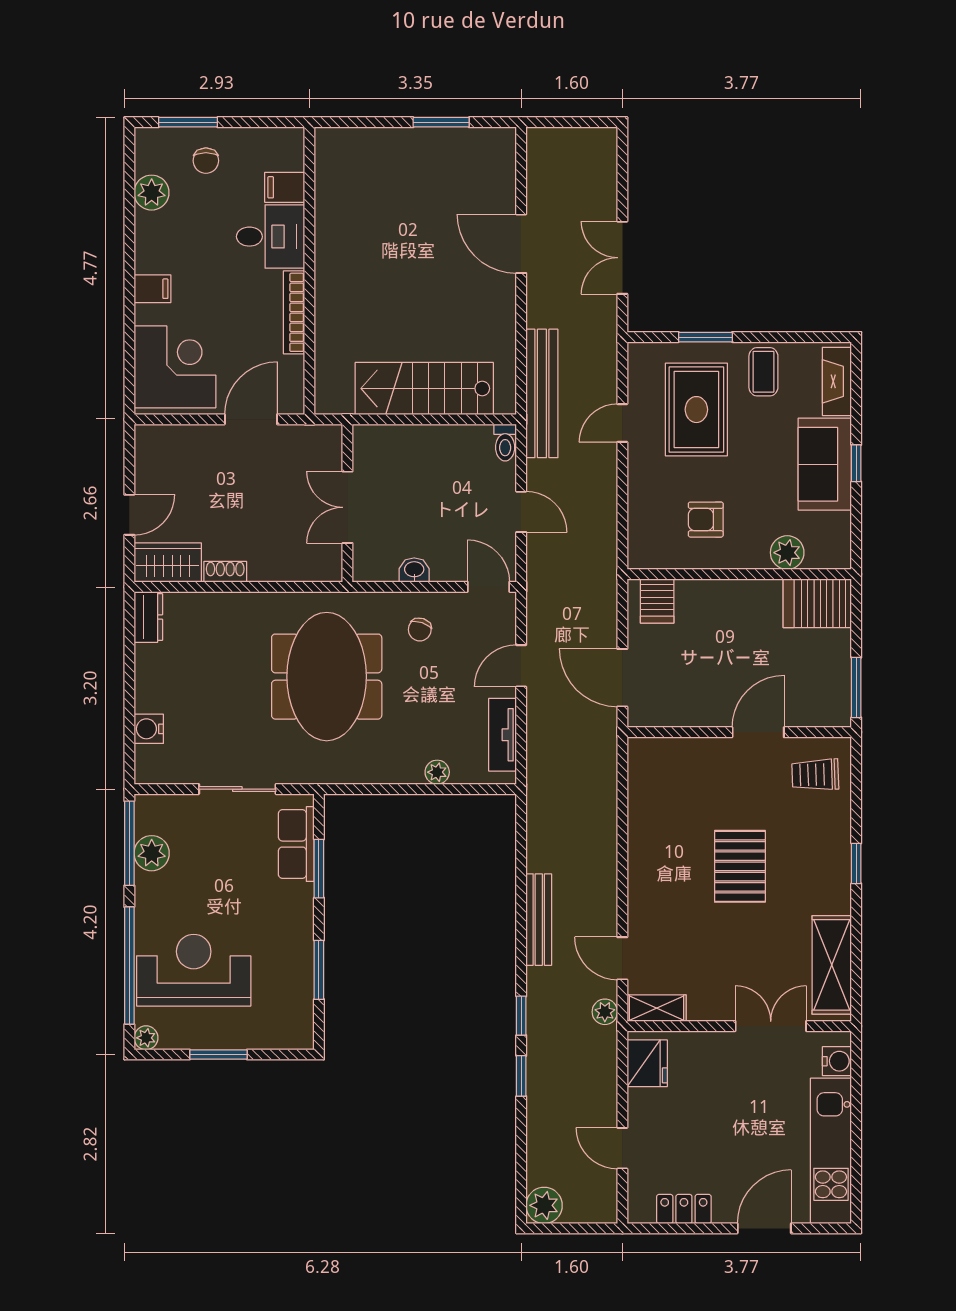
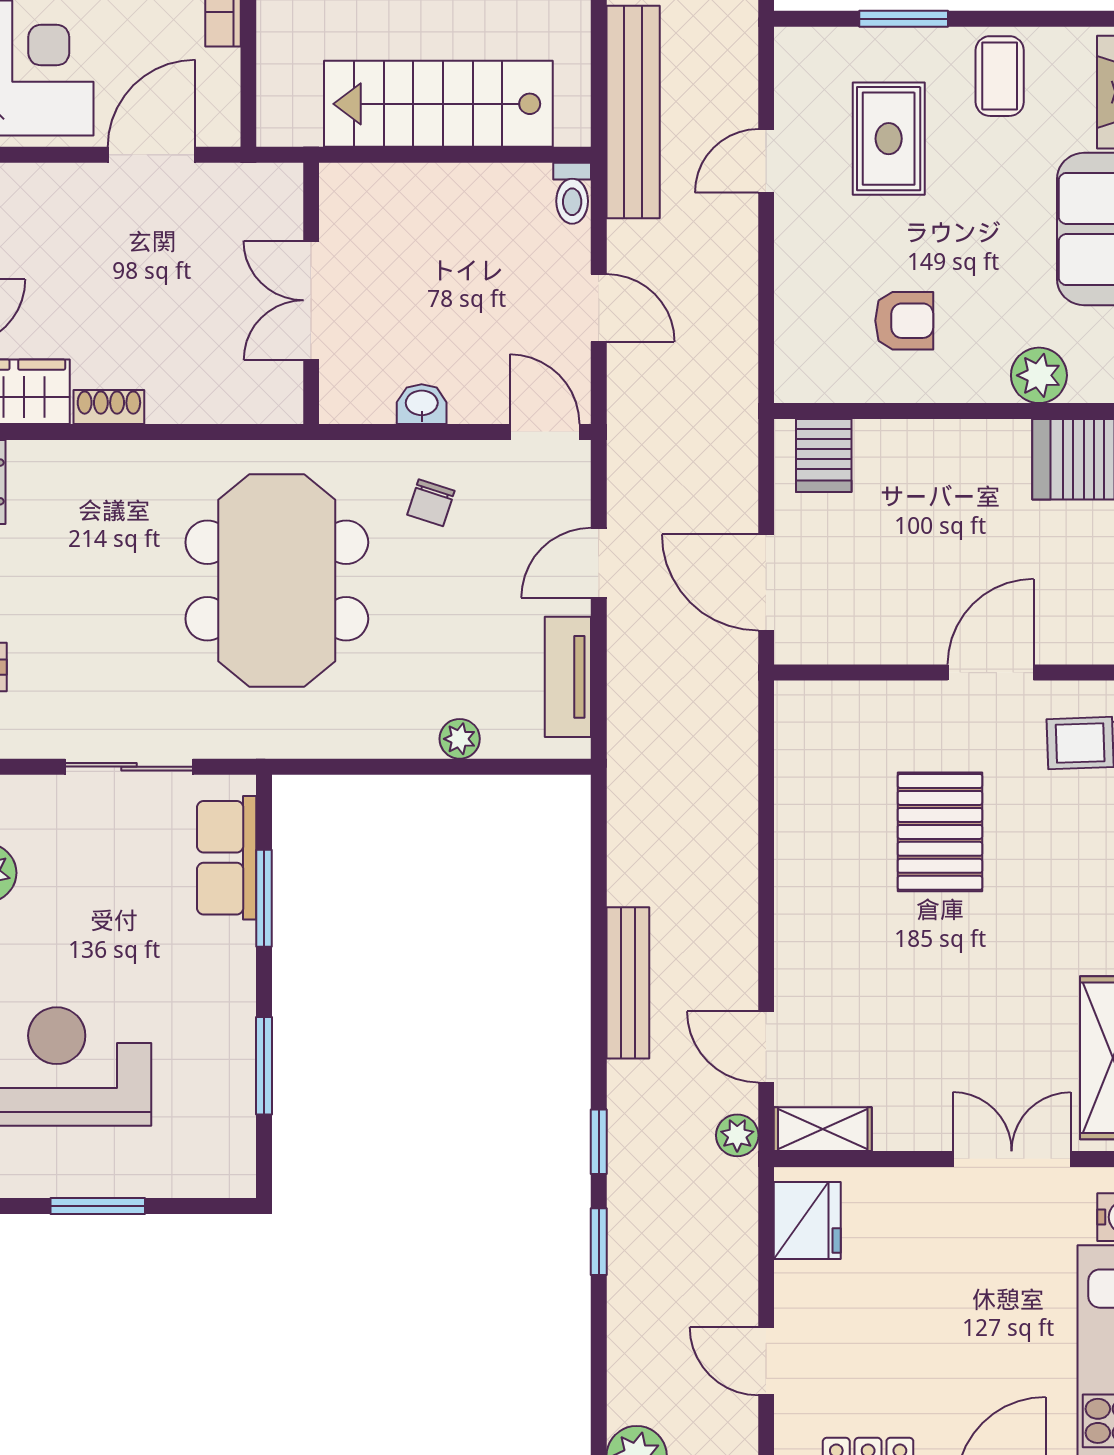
rug: (696, 410) -> (889, 139), width x0.73, depth x0.70
armchair: (706, 520) -> (904, 321), turned 180
pallet: (740, 866) -> (940, 832), moved

